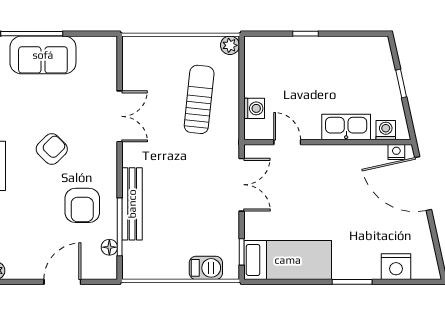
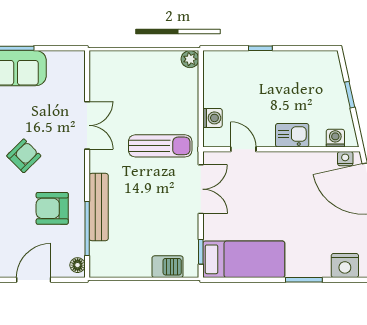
sun lounger: (199, 99) -> (160, 146), moved, turned 84
kitchen sink: (346, 127) -> (292, 135), width x0.73
armchair: (82, 205) -> (52, 208), turned 90
floor lamp: (109, 247) -> (78, 265), moved

